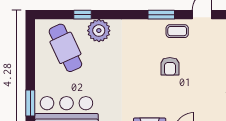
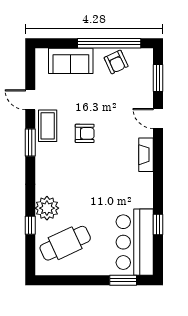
coffee table: (177, 31) -> (48, 126), width x1.36, depth x1.30

